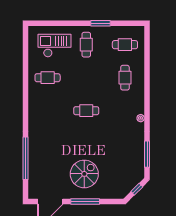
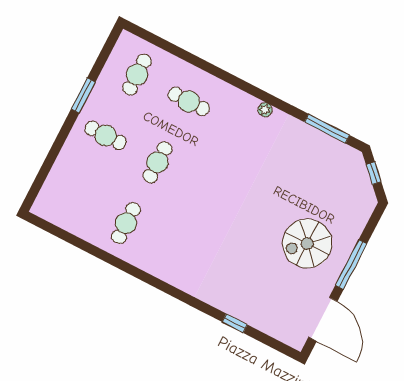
checkout: (54, 46) -> (81, 186), removed
cafe table: (86, 111) -> (157, 162), moved
window: (25, 158) -> (235, 323), width x0.32
spiral stairs: (84, 174) -> (307, 243), turned -90

